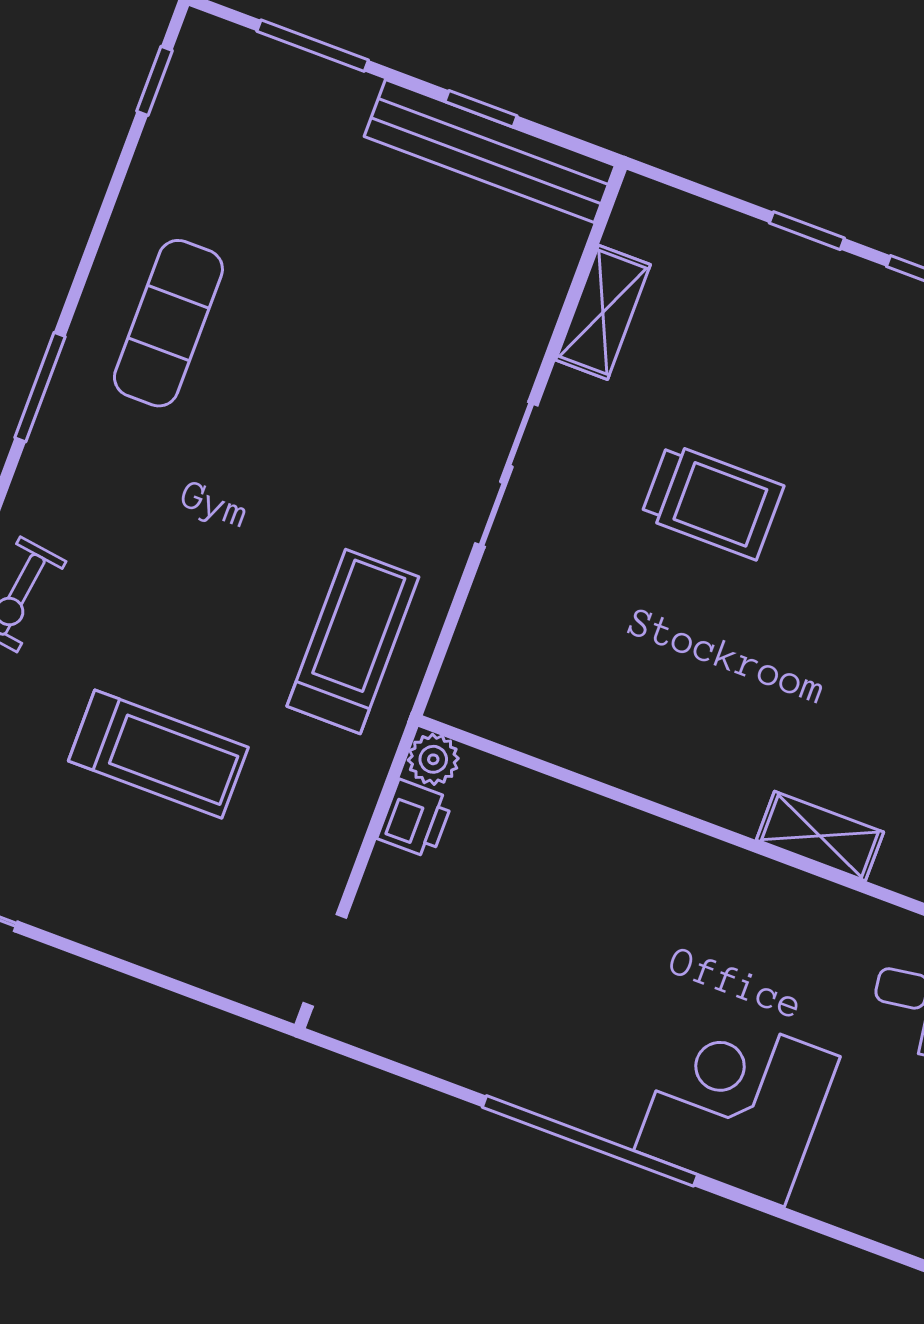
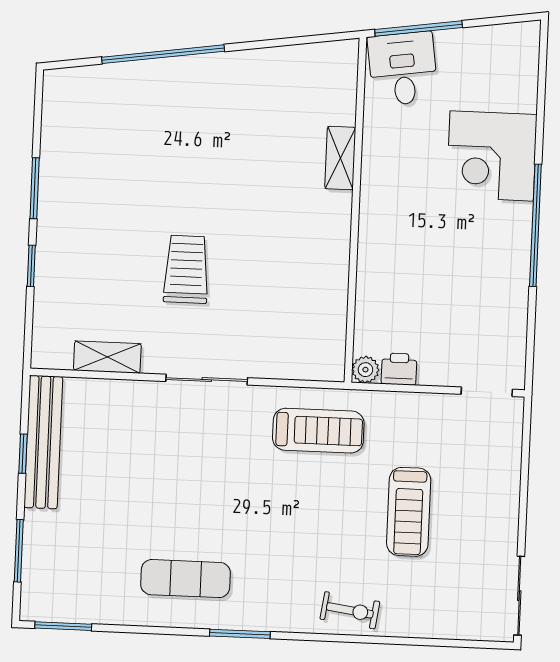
window: (154, 81) -> (63, 626), width x1.50
treadmill: (353, 641) -> (318, 431), turned 180
treadmill: (158, 754) -> (409, 512), turned 180

